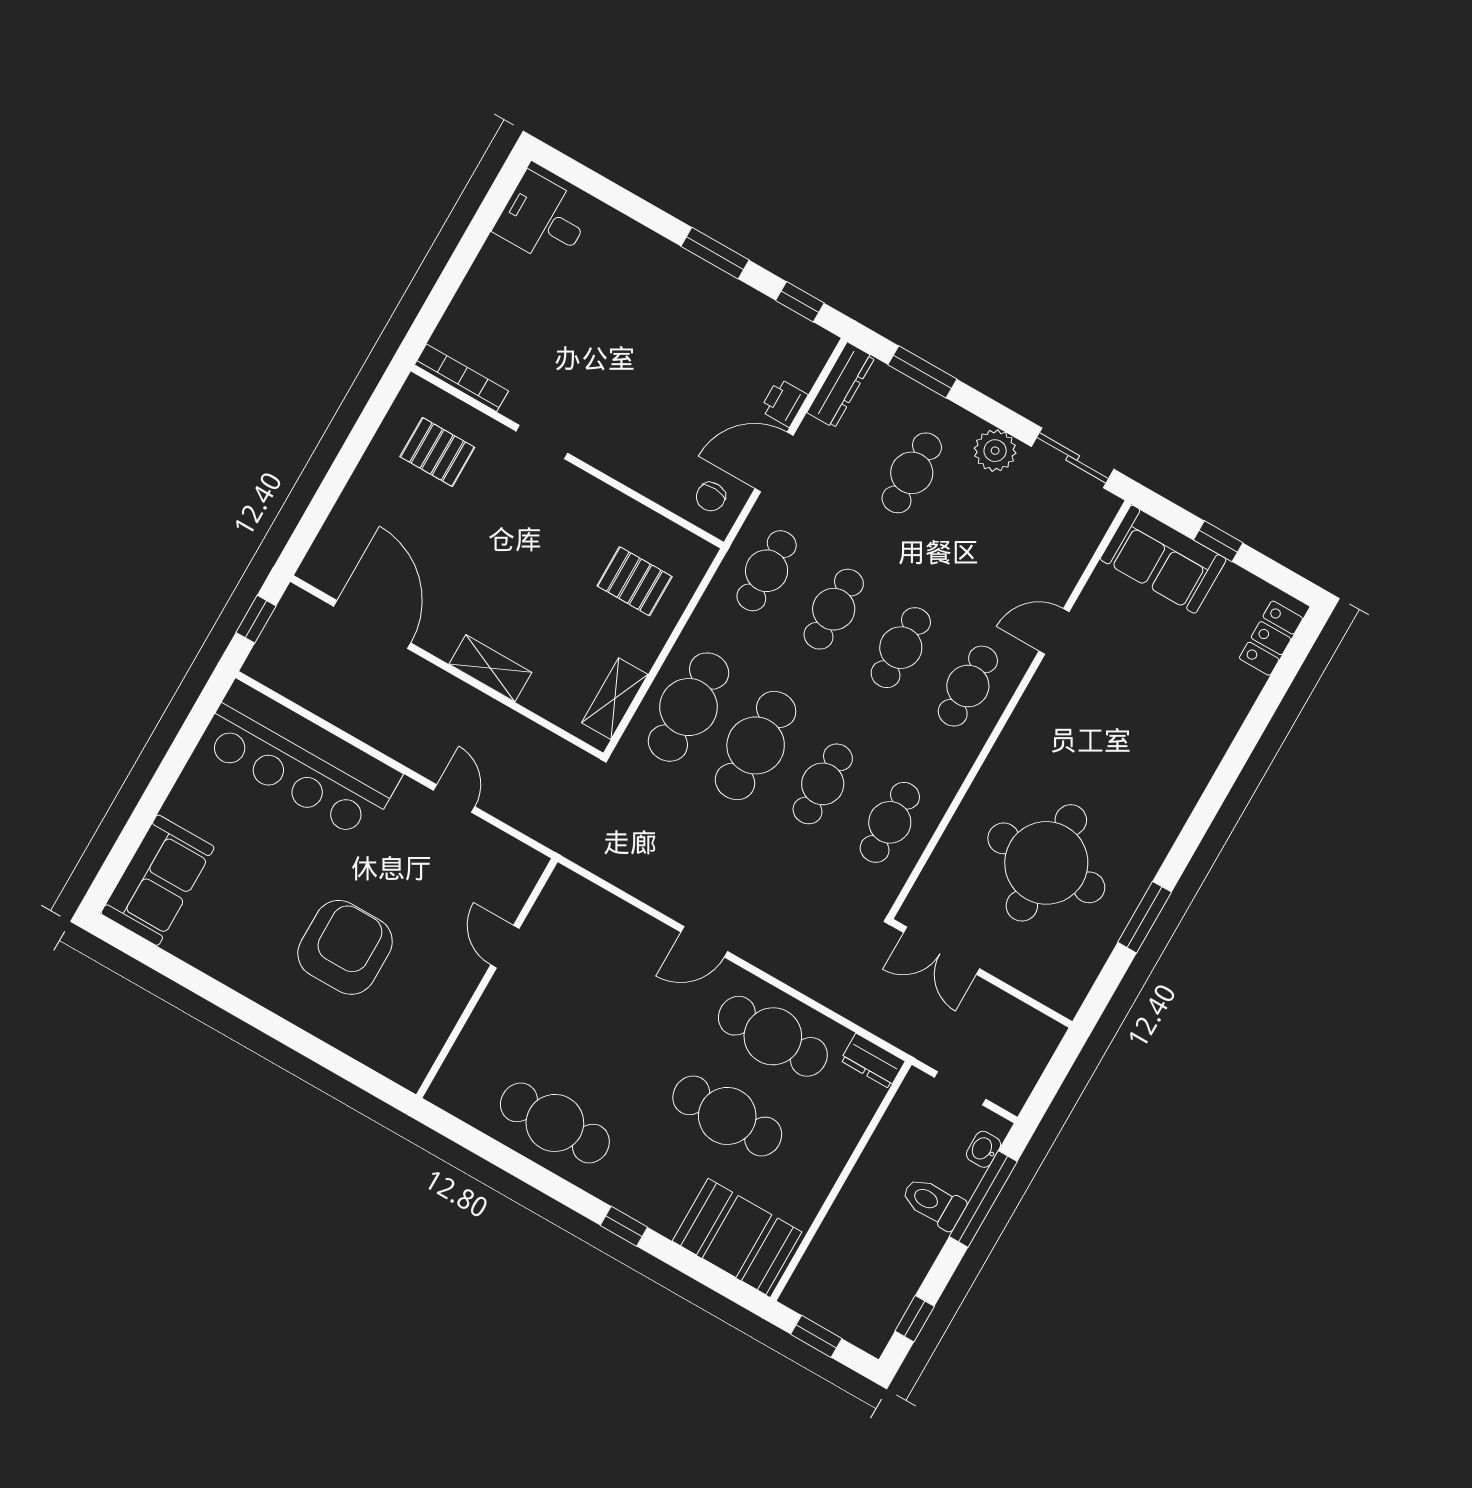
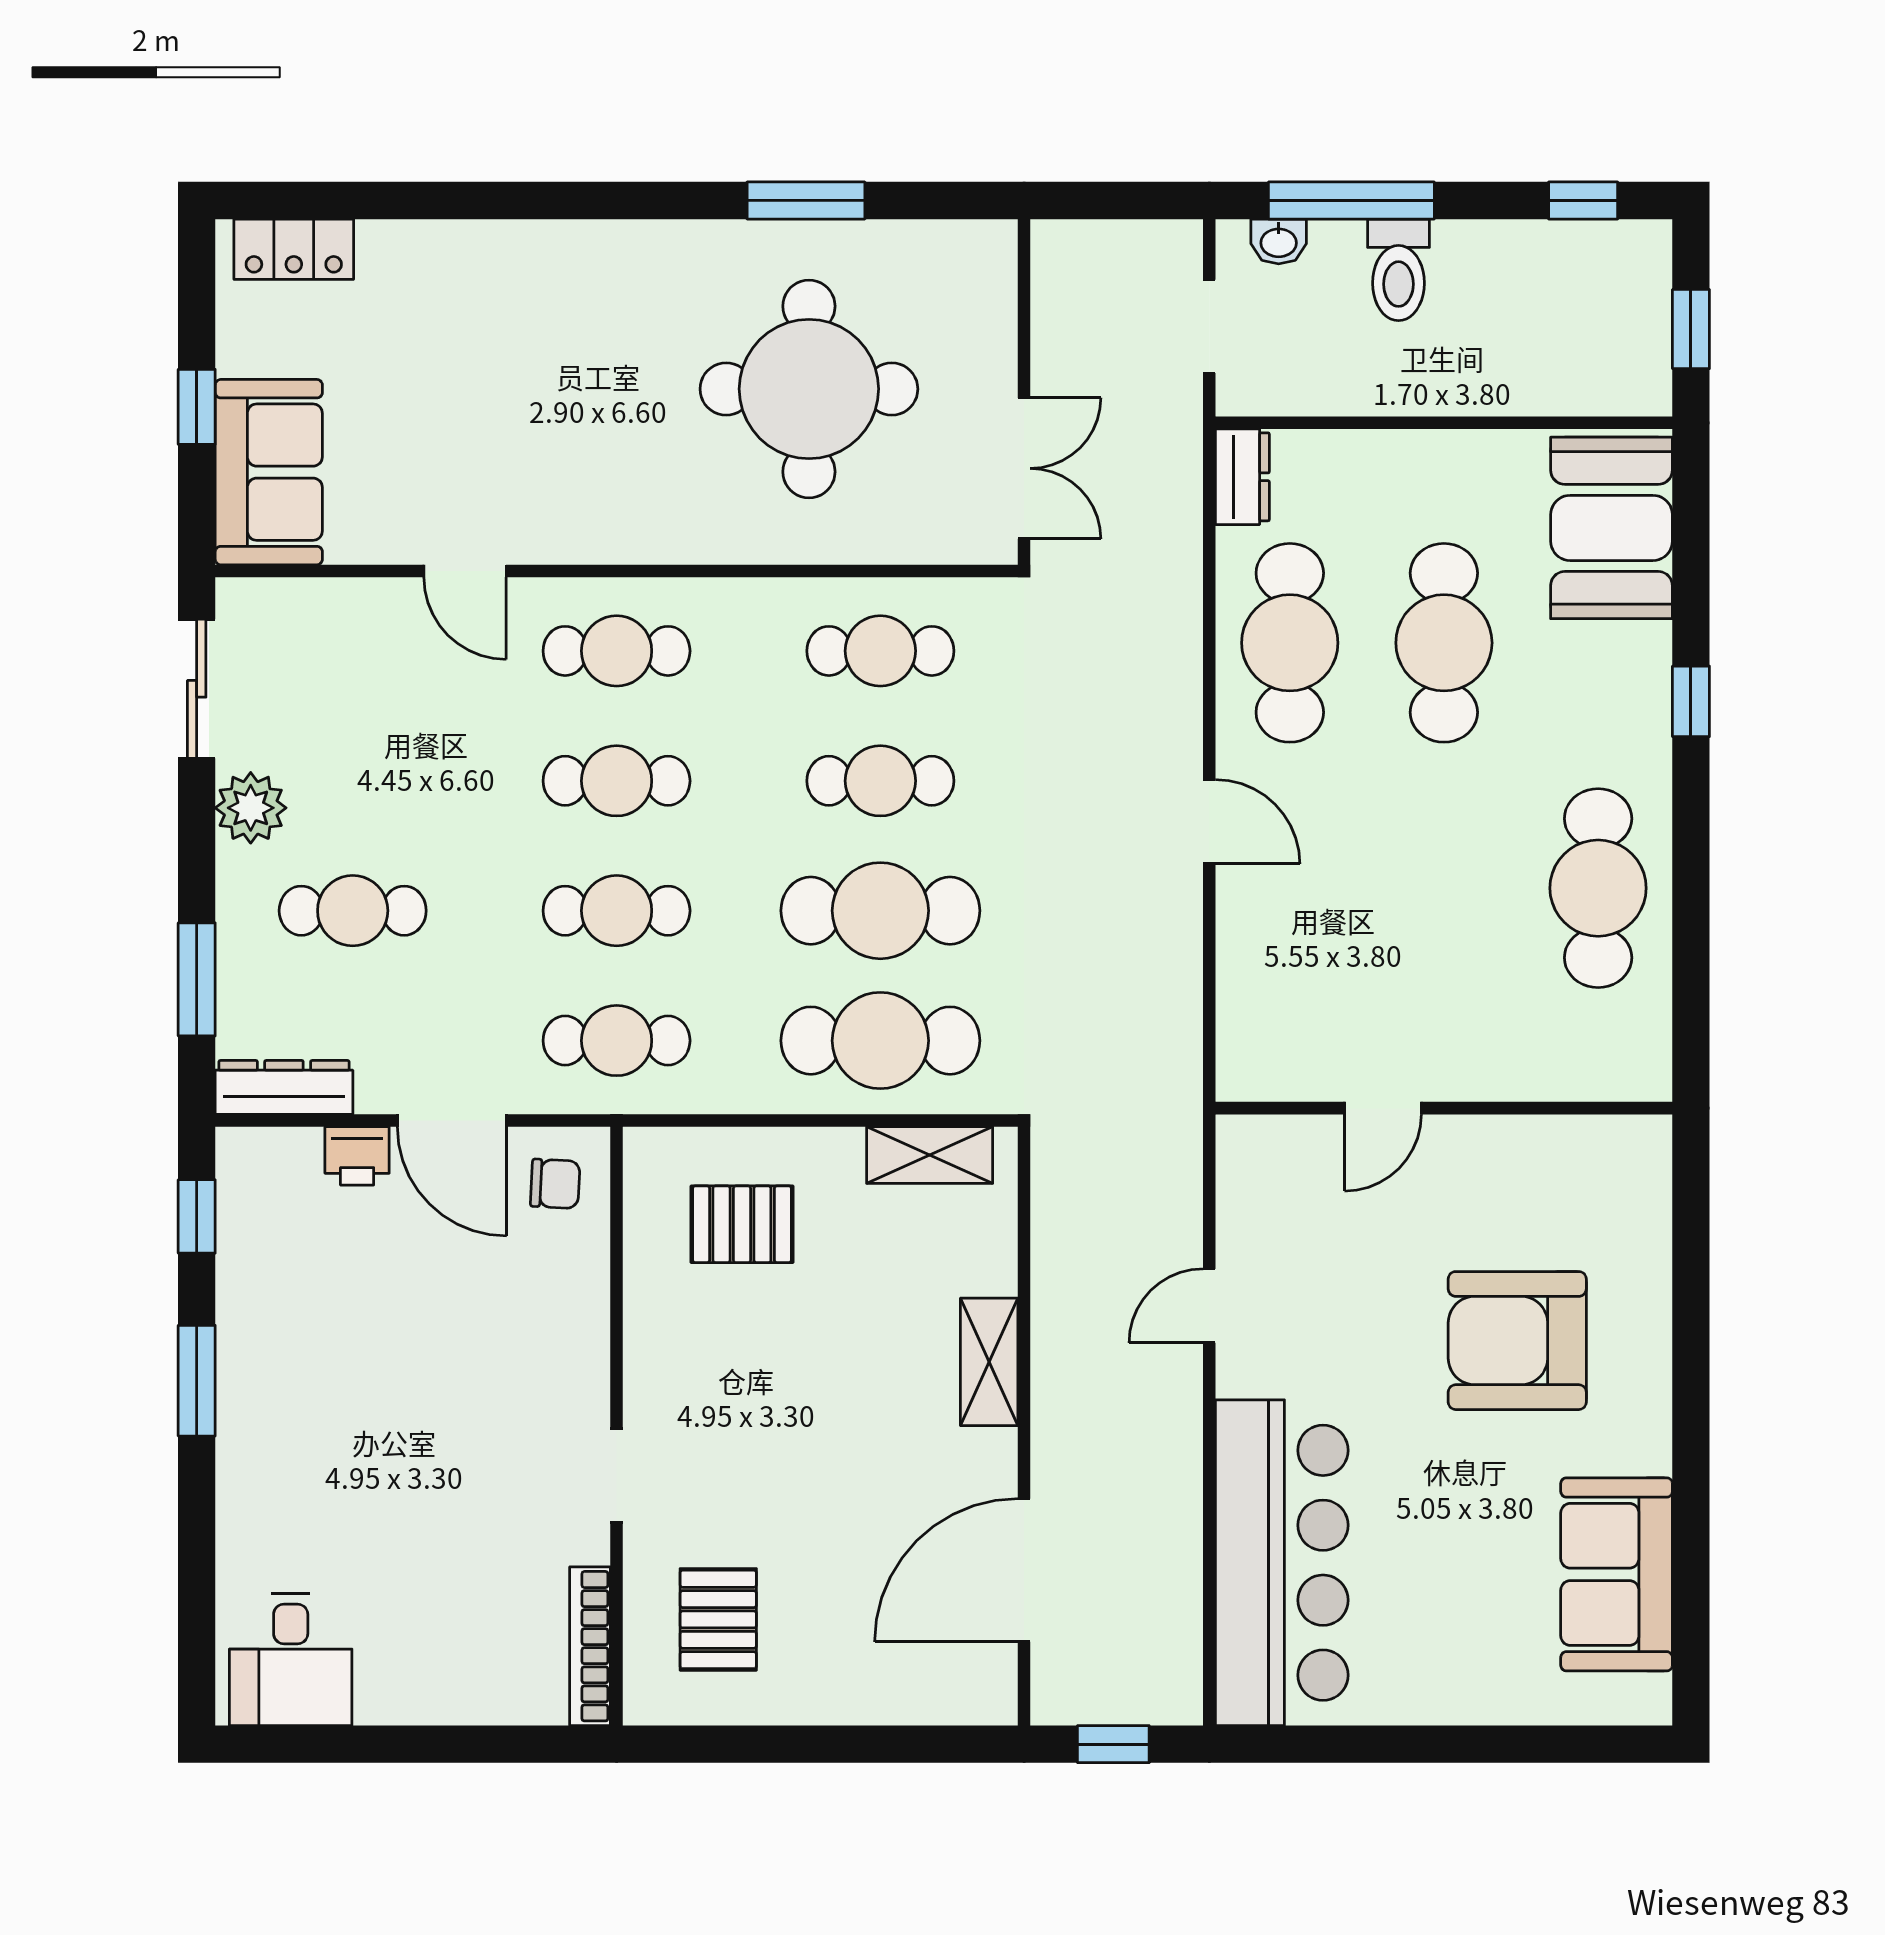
pallet: (635, 581) -> (742, 1224), turned 90
sofa: (158, 880) -> (1617, 1574), moved, turned -90

